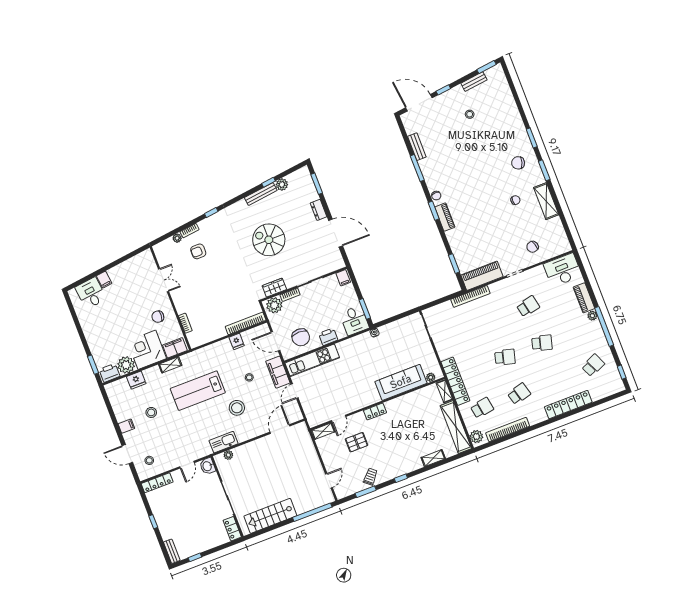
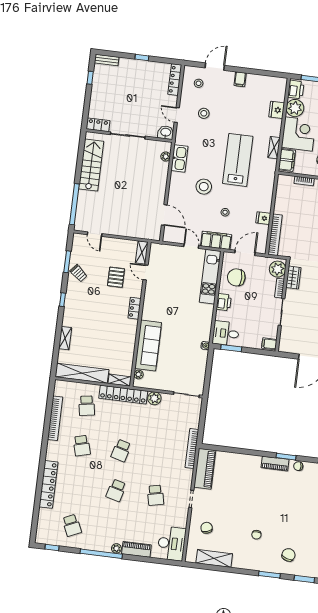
shelving: (546, 201) -> (214, 558), moved
window: (454, 264) -> (229, 450), removed
stool: (151, 412) -> (204, 113), moved
plant: (476, 437) -> (154, 398), moved

